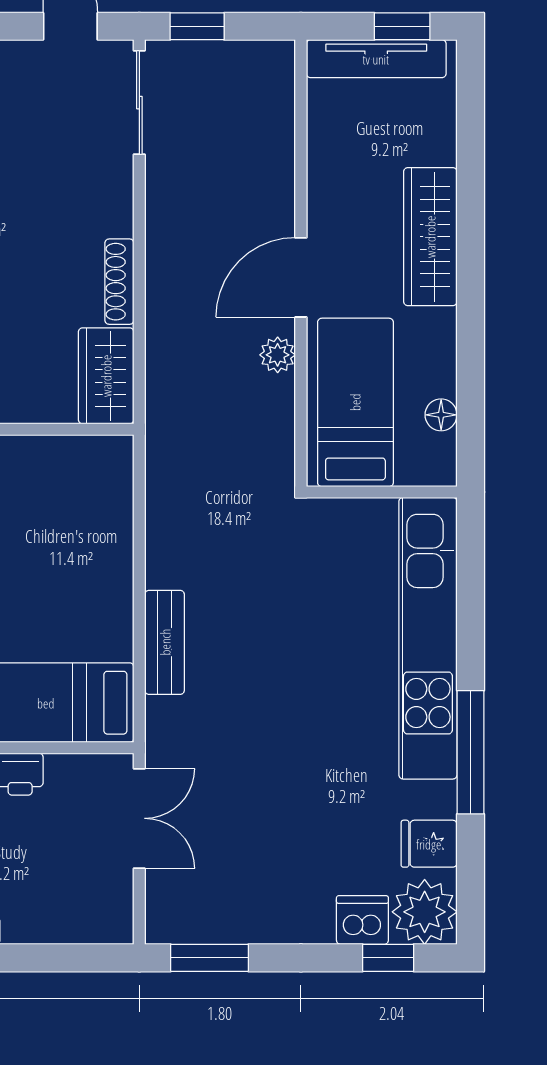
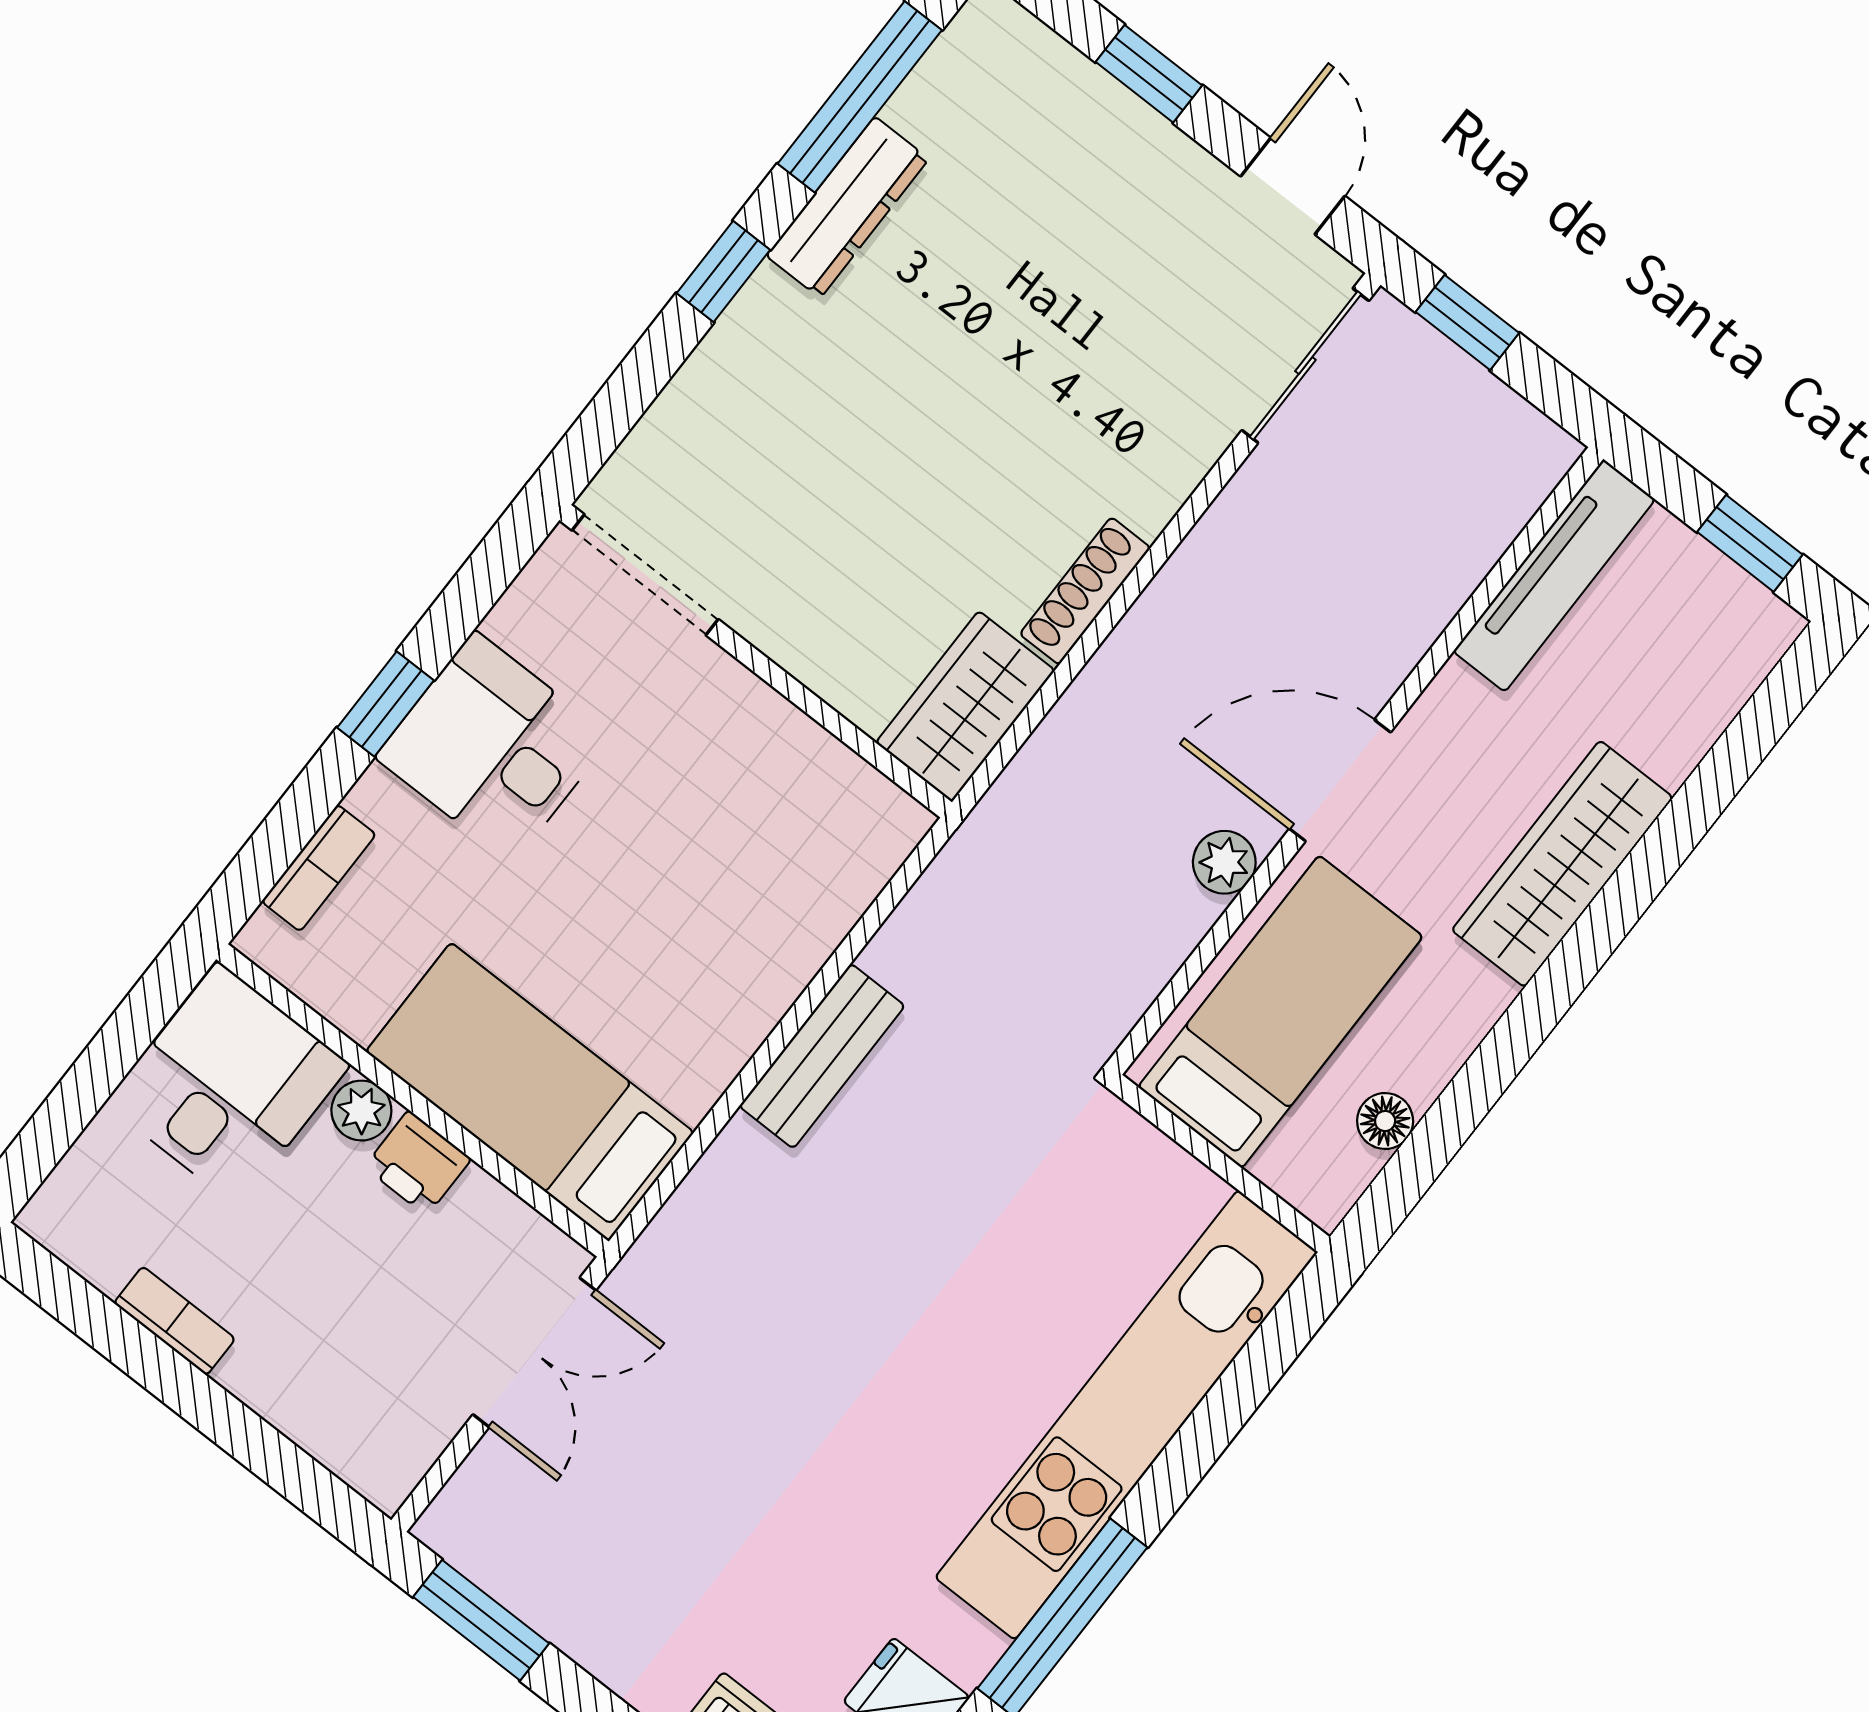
tv unit: (376, 59) -> (1554, 575), moved, turned -90
bench: (165, 642) -> (822, 1056), moved

